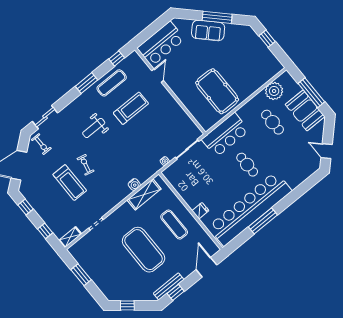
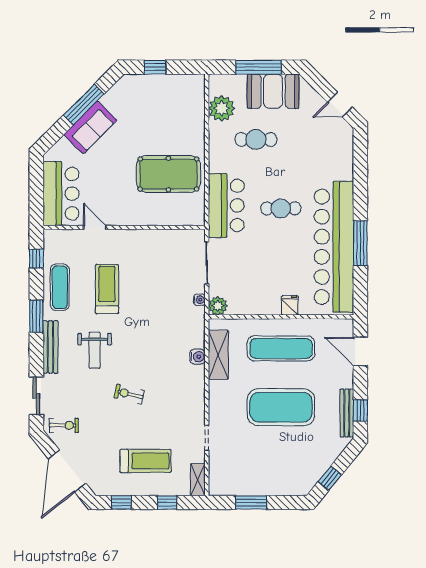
bench: (76, 104) -> (50, 347), added
plant: (169, 173) -> (218, 306), added
treadmill: (70, 183) -> (145, 461), moved
exercise mat: (174, 225) -> (281, 348), width x1.36, depth x1.45

